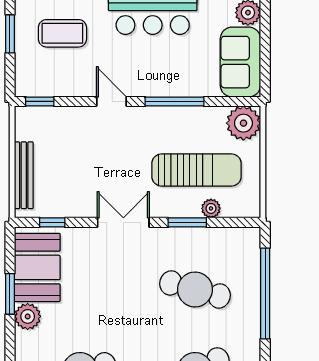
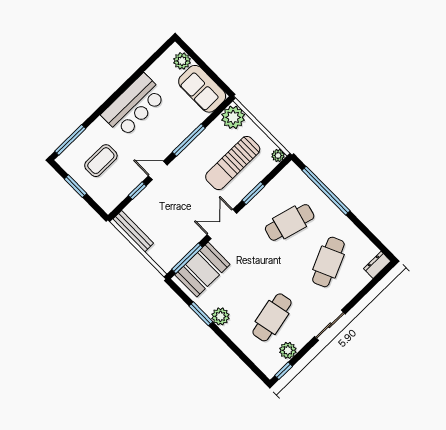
window: (40, 101) -> (137, 191), moved
sun lounger: (196, 170) -> (233, 163), turned 180
bench: (24, 175) -> (133, 231), moved
plant: (211, 208) -> (278, 155), moved
window: (52, 222) -> (187, 258), width x2.17
booth: (37, 267) -> (202, 270), moved, turned 90

